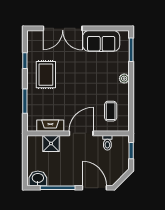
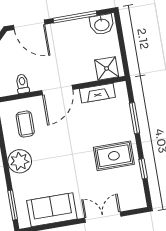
double door: (63, 28) -> (103, 217), width x0.73
rug: (46, 75) -> (114, 156), turned 90
plant: (124, 79) -> (20, 161), width x1.88, depth x1.88
shower: (51, 143) -> (107, 68), moved

